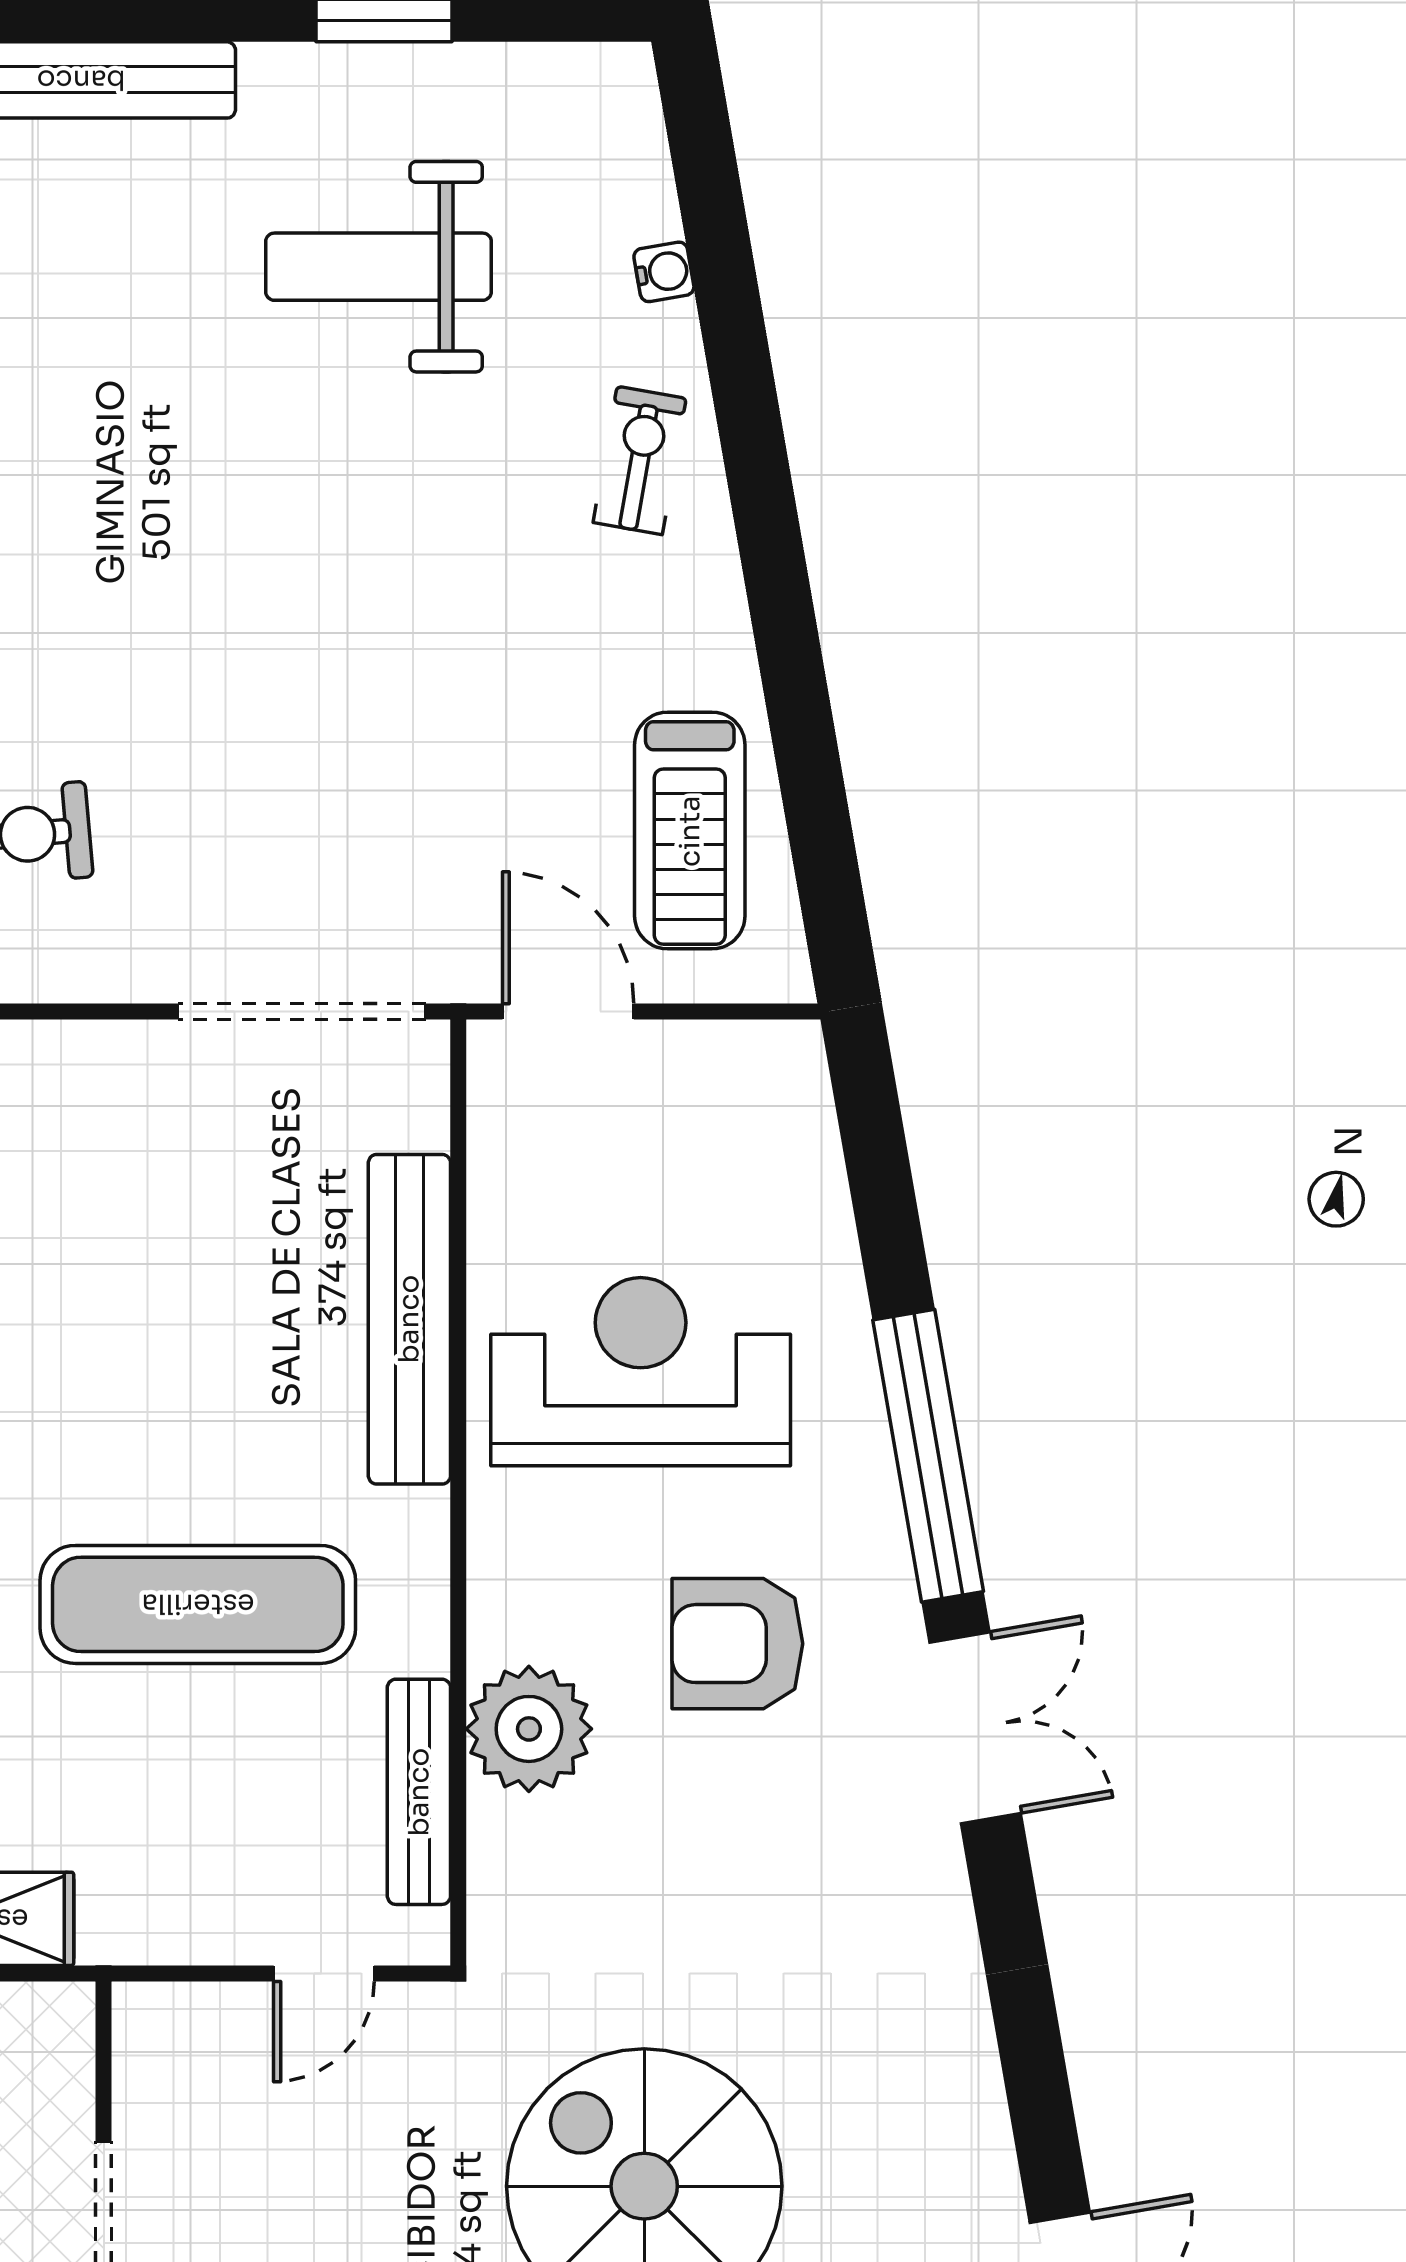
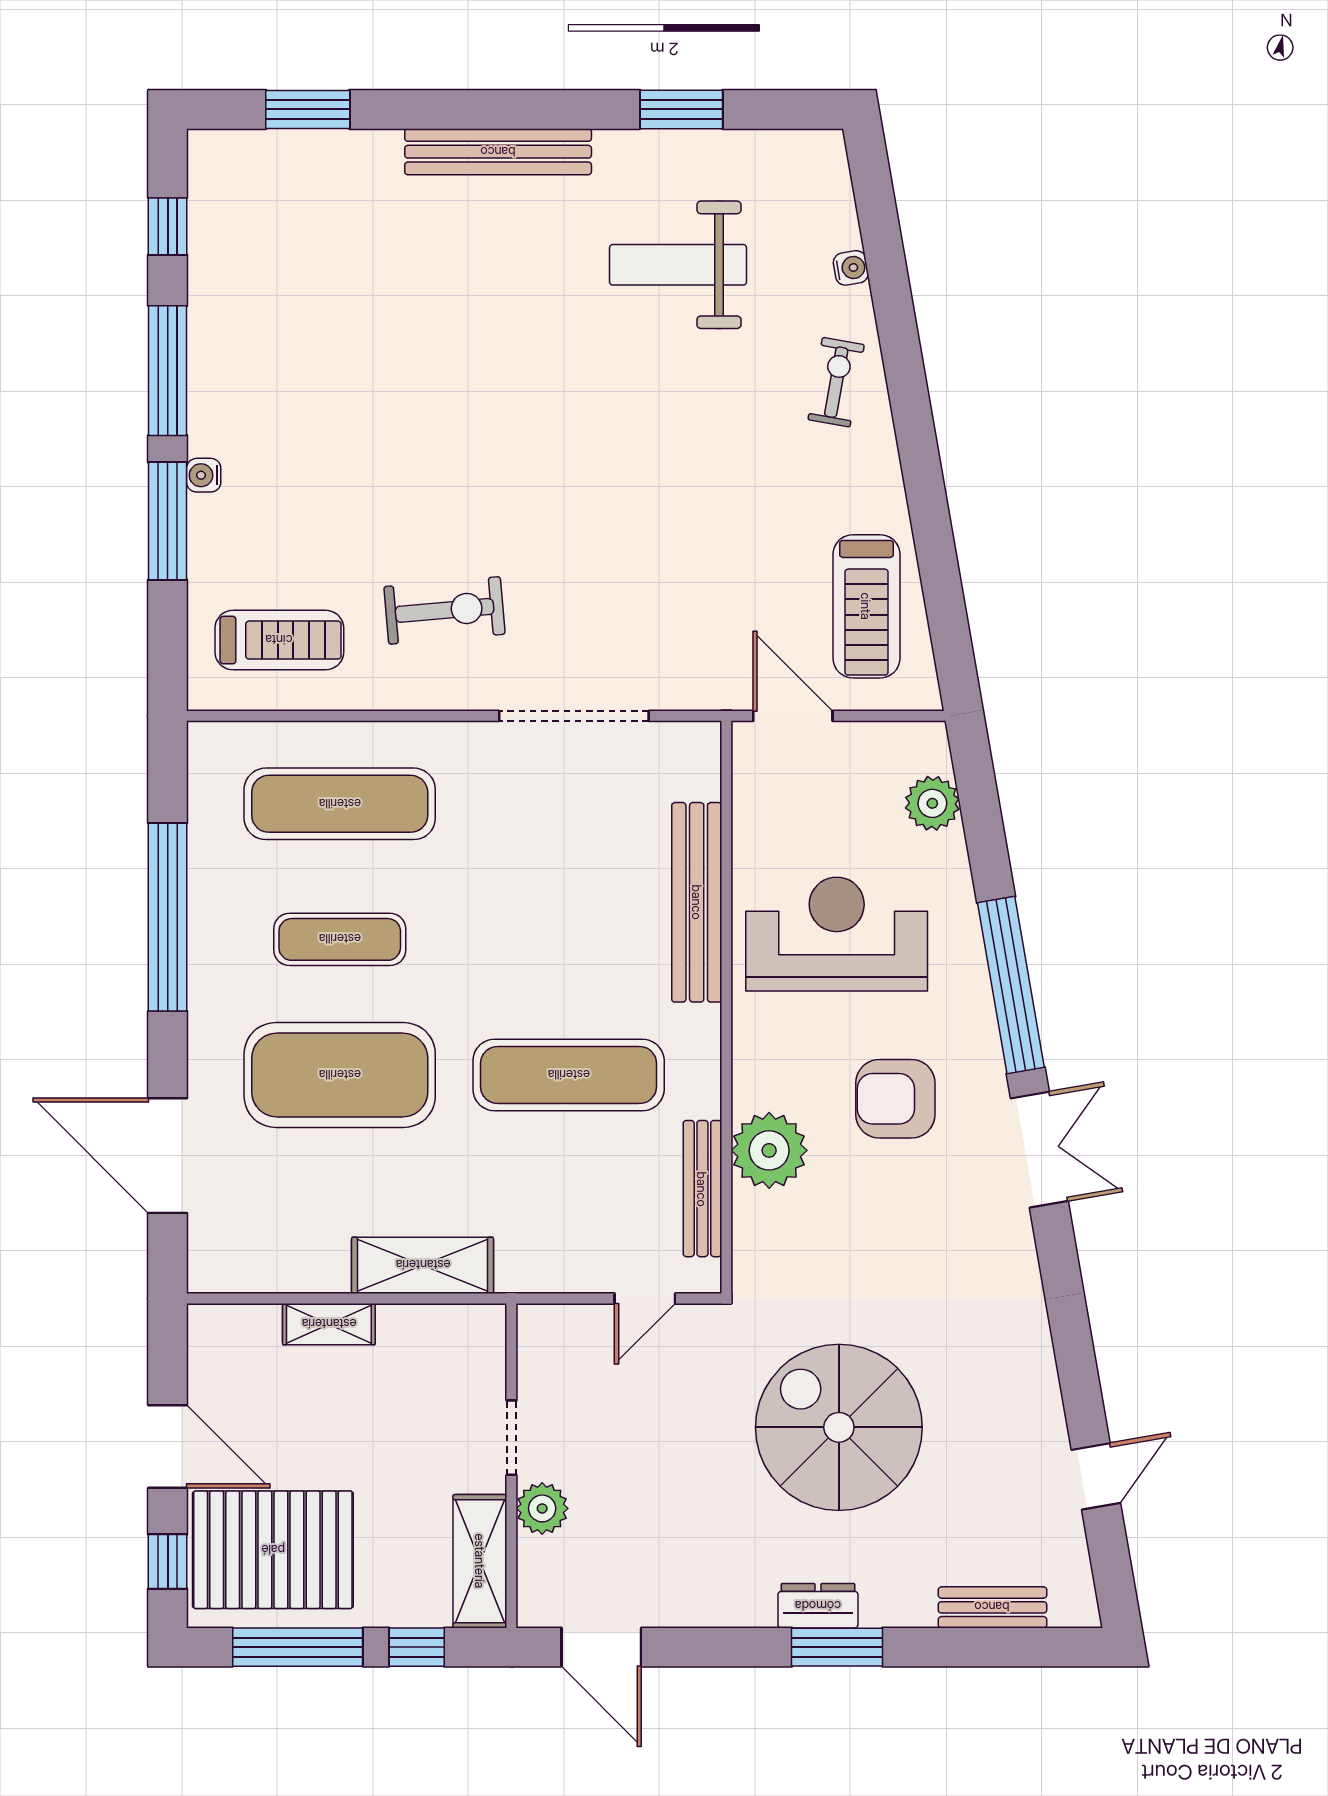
doorway: (302, 1011) -> (574, 716), moved
plant: (798, 1156) -> (932, 803), added

